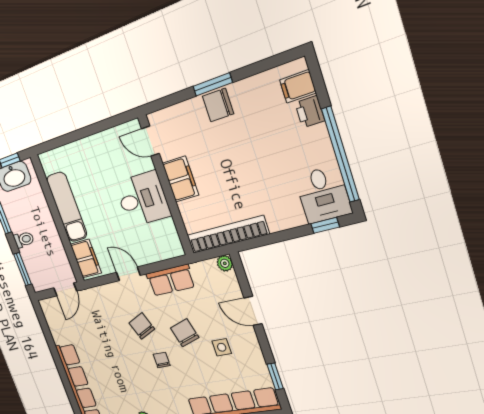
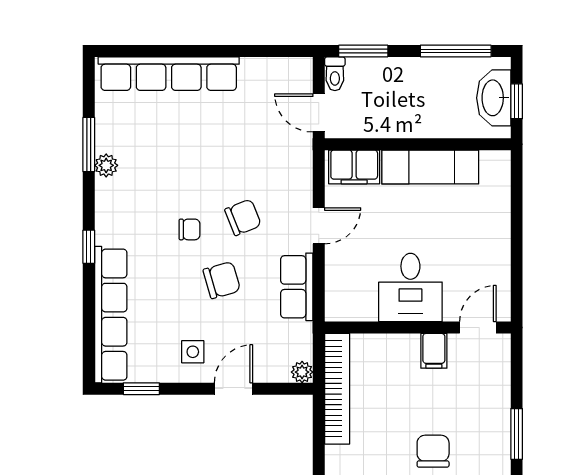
chair: (218, 105) -> (433, 451), moved
filing cabinet: (180, 179) -> (434, 351), width x0.50
toilet: (24, 239) -> (335, 74), moved
side table: (222, 347) -> (193, 352), moved

